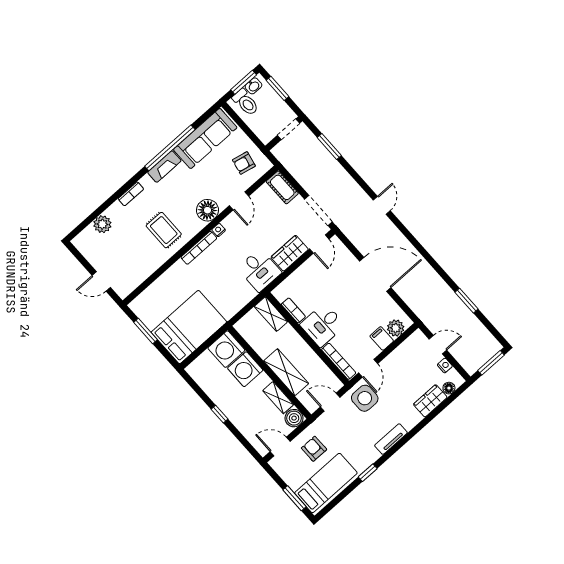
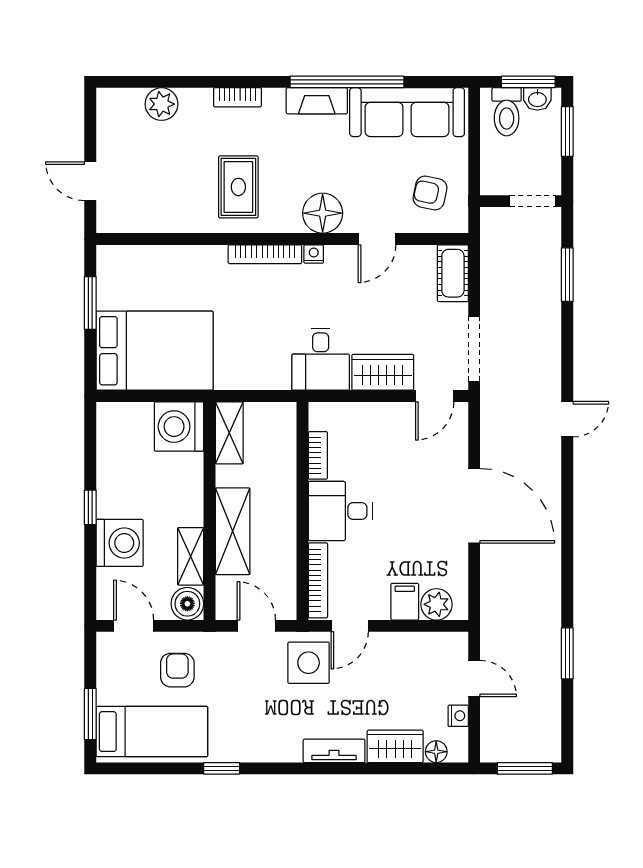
shelving: (271, 314) -> (229, 433), moved
washing machine: (245, 369) -> (120, 543), moved, turned 180
tv unit: (391, 439) -> (334, 751), moved

